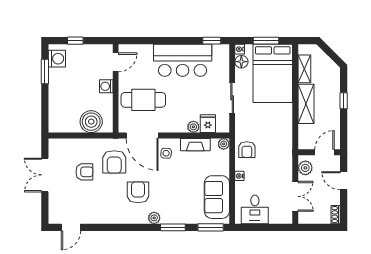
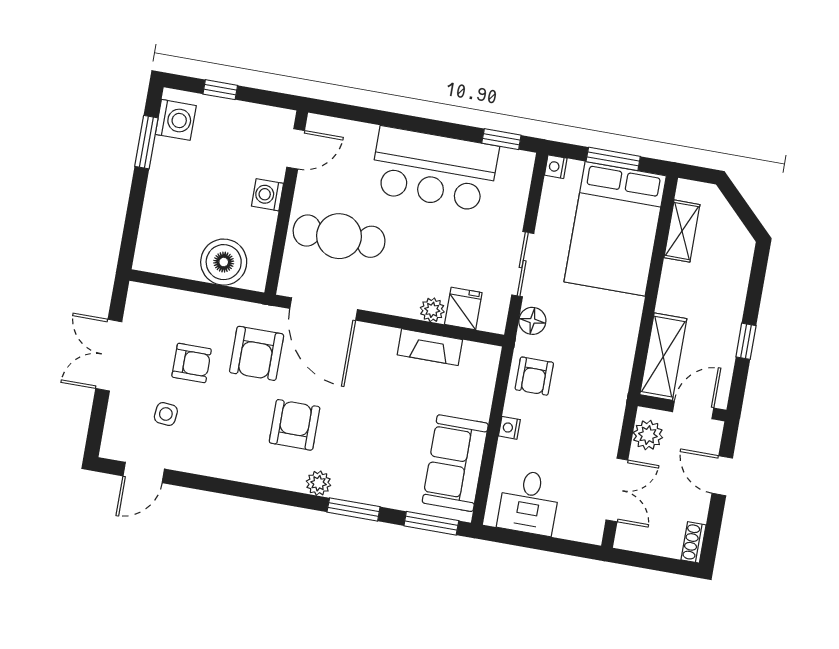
floor lamp: (241, 62) -> (532, 321), moved
window: (344, 101) -> (746, 341), moved
shelving: (306, 104) -> (663, 357), moved
plant: (224, 144) -> (489, 356), removed
side table: (166, 153) -> (166, 414), moved

